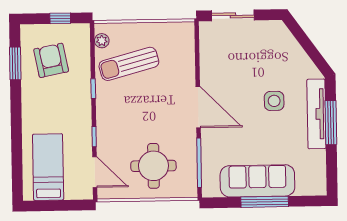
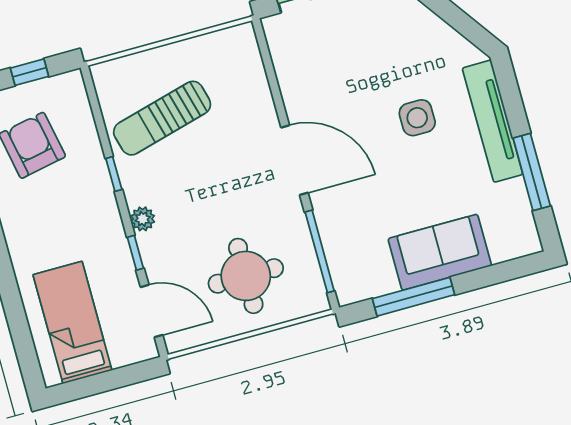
plant: (102, 41) -> (143, 219), moved
window: (331, 122) -> (532, 172), moved
sofa: (257, 181) -> (440, 252), width x0.73
window: (265, 202) -> (414, 297), moved

